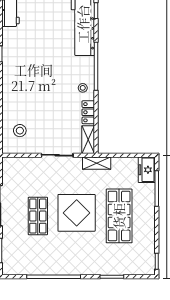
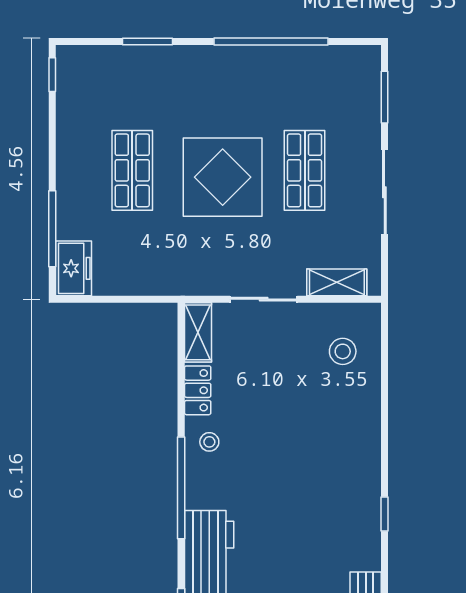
shelving: (97, 163) -> (337, 282), moved
shop shelf: (119, 216) -> (132, 170), width x0.70, depth x0.74

